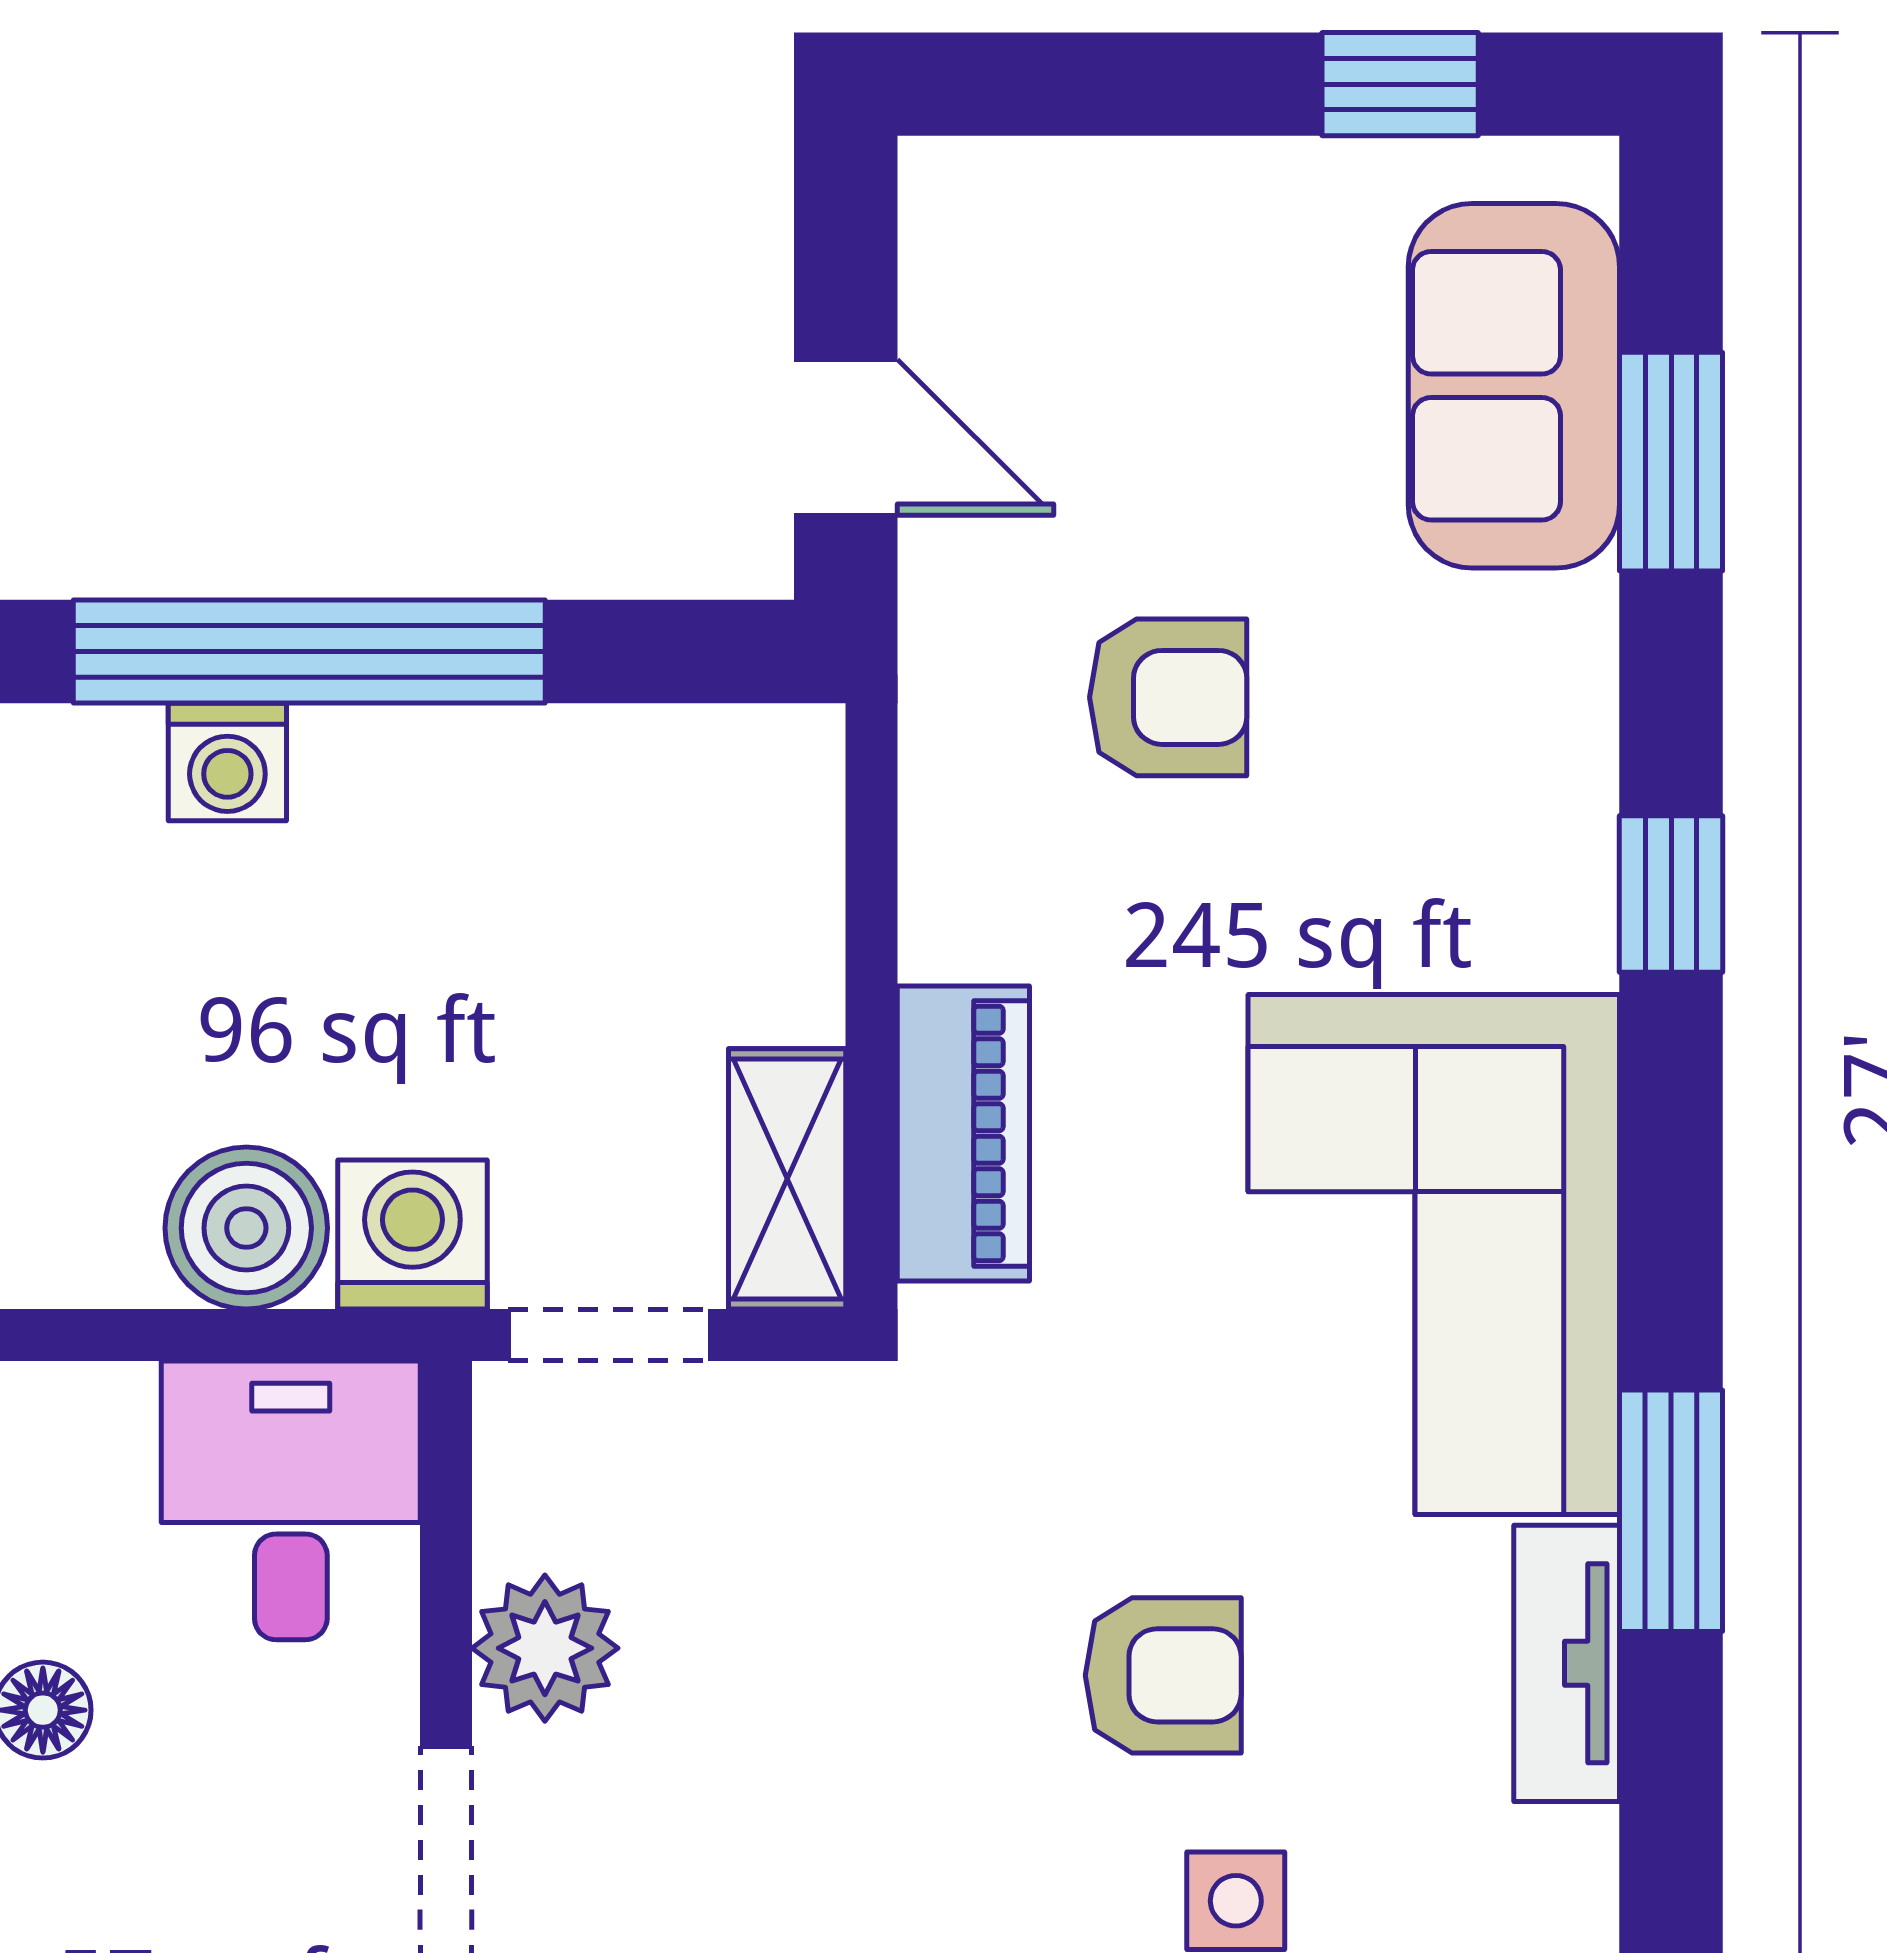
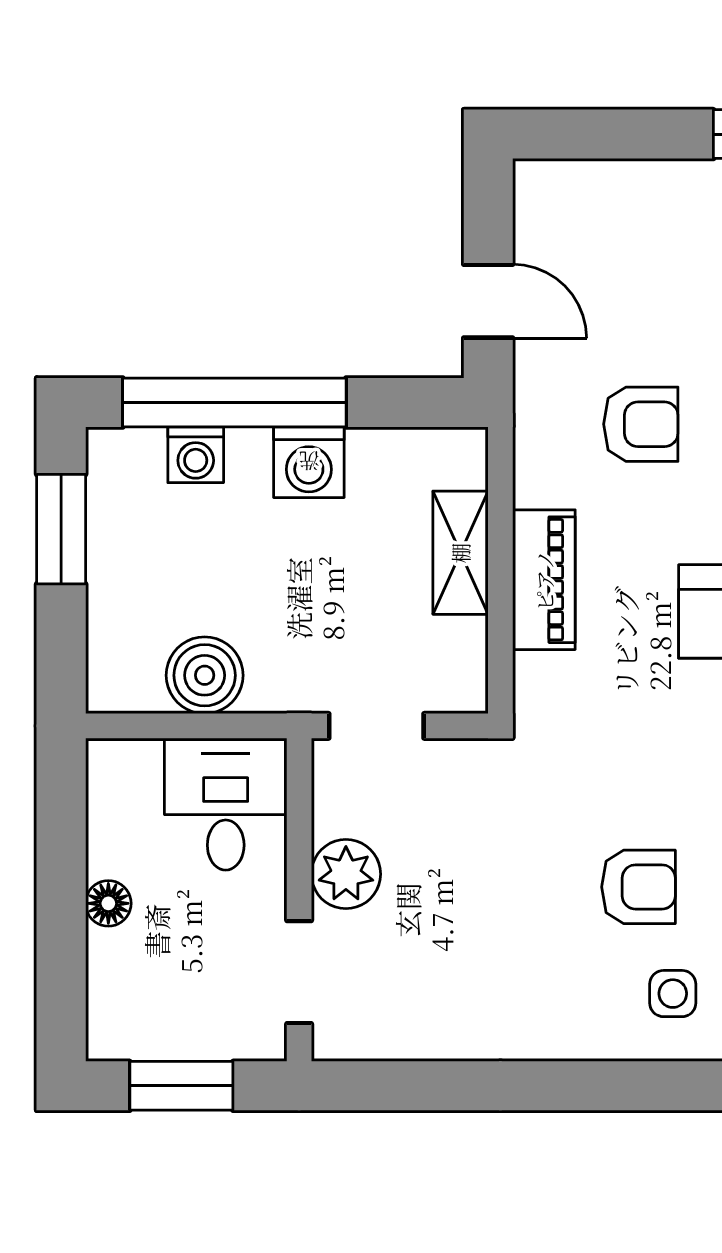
piano: (963, 1134) -> (544, 580), moved
shelving: (787, 1179) -> (460, 553), moved
washing machine: (412, 1235) -> (309, 462), moved, turned 180

